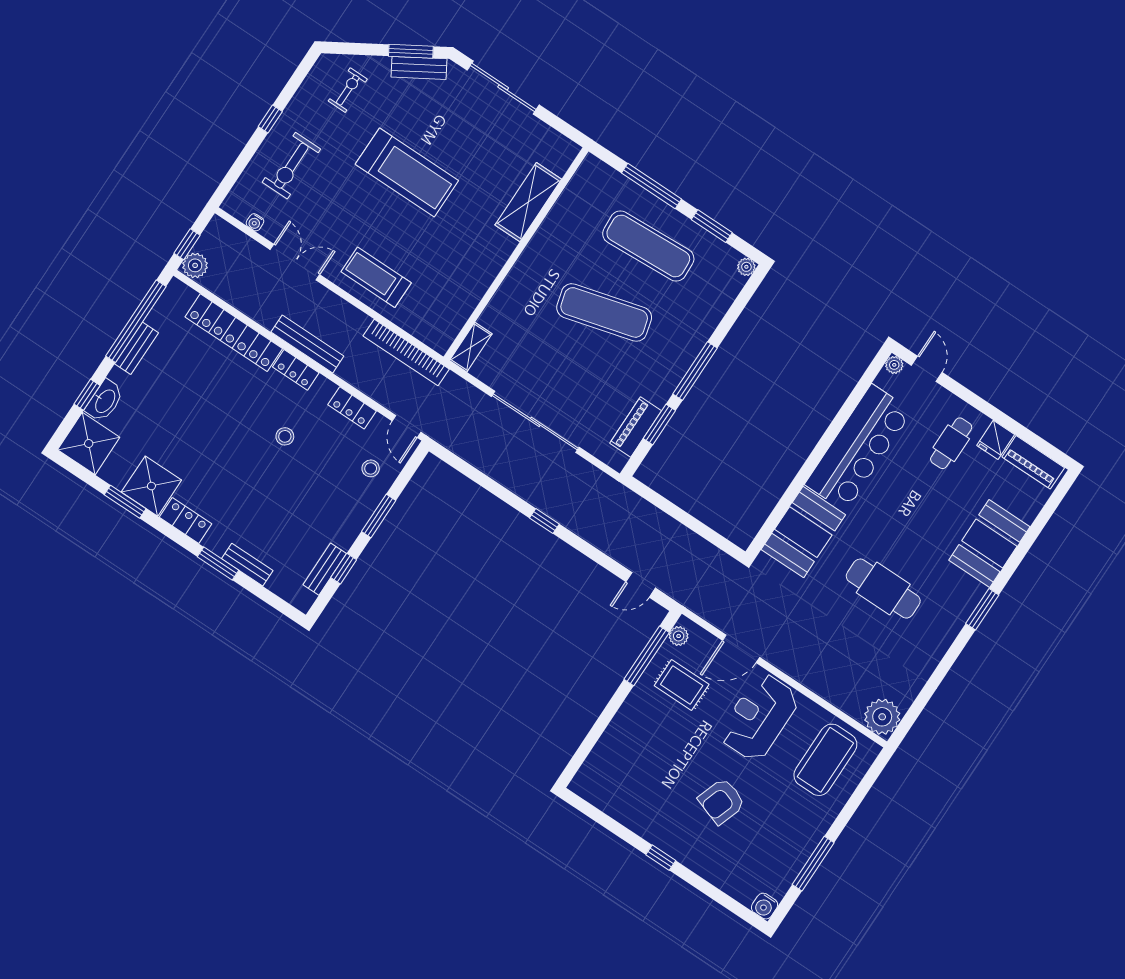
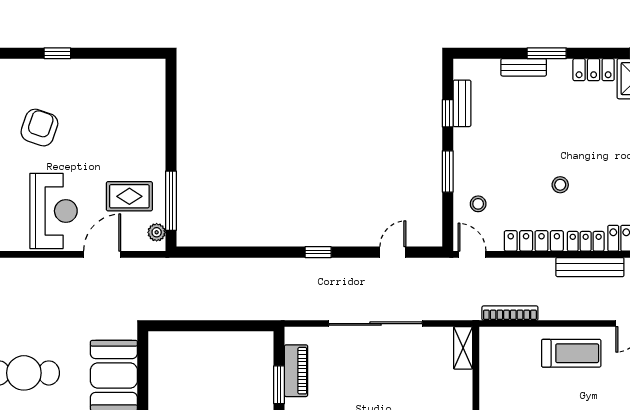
bookcase: (406, 353) -> (510, 313), width x0.68, depth x0.76
locker: (352, 408) -> (534, 241), width x1.53
door: (641, 585) -> (393, 252), moved

